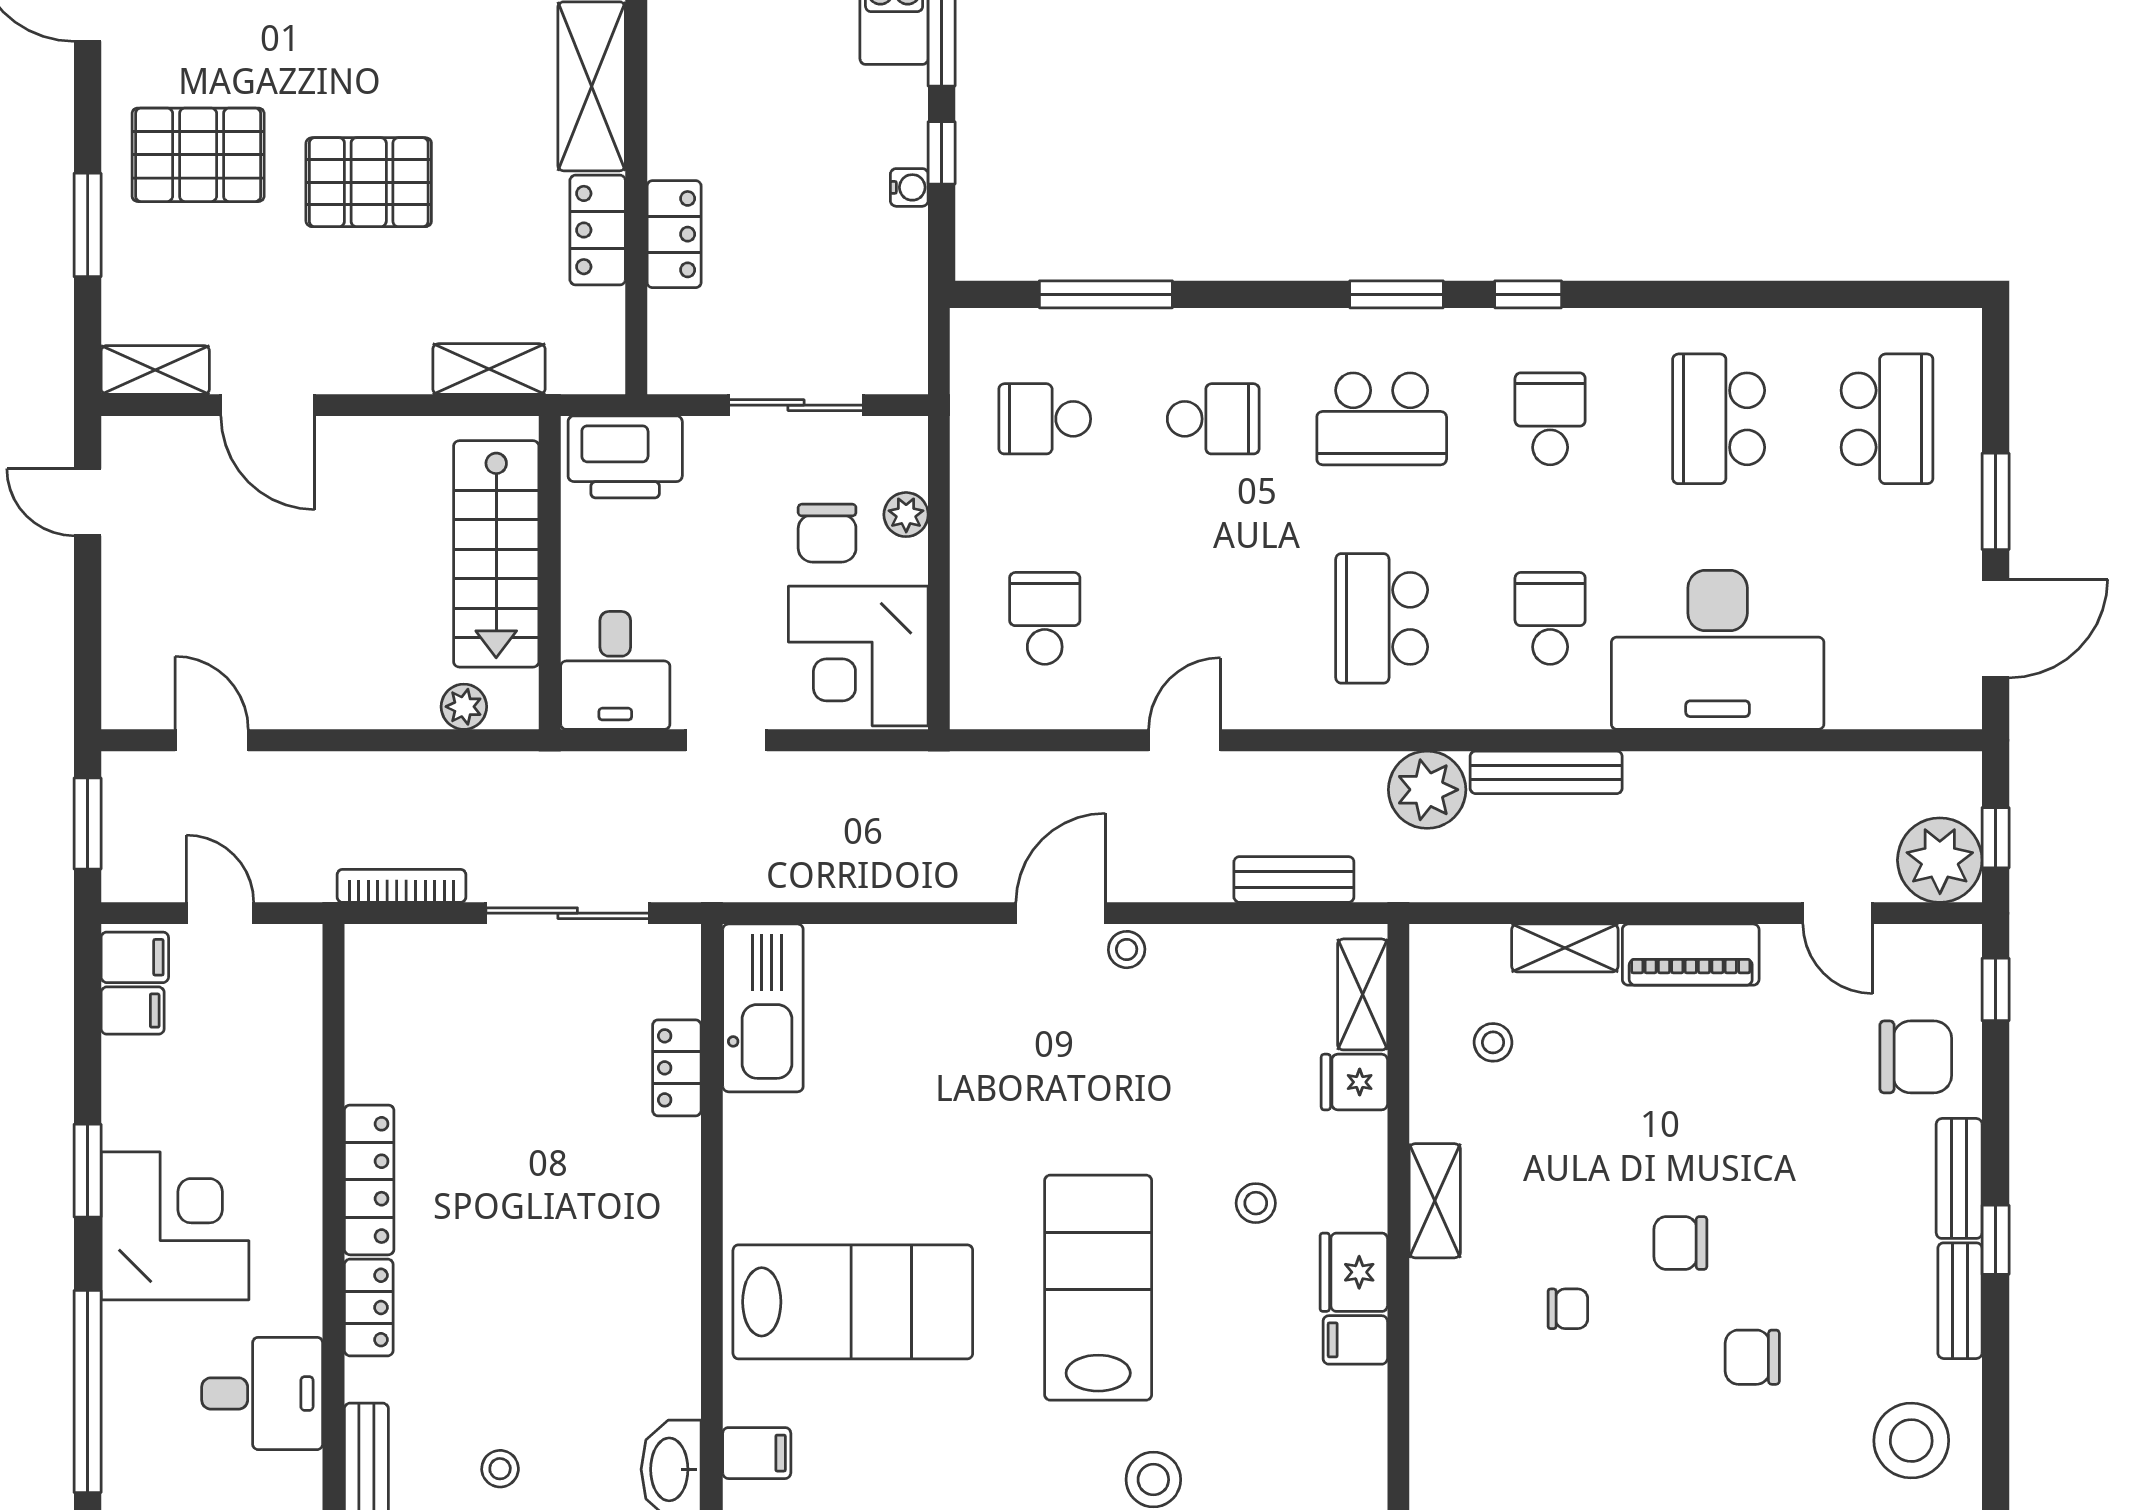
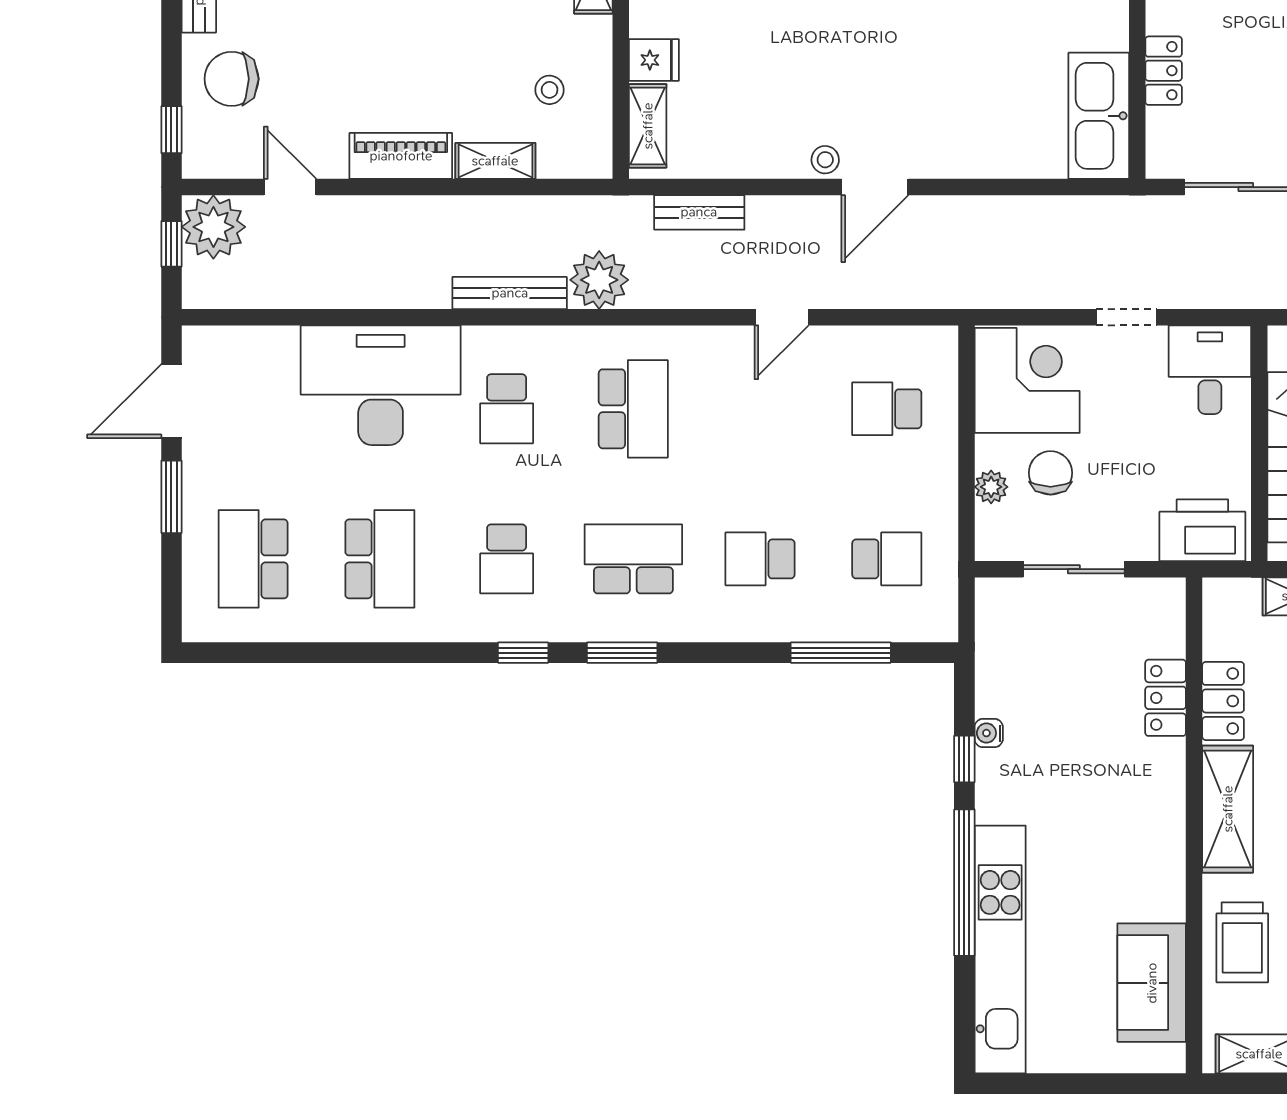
school desk: (1045, 618) -> (887, 409), turned 90

